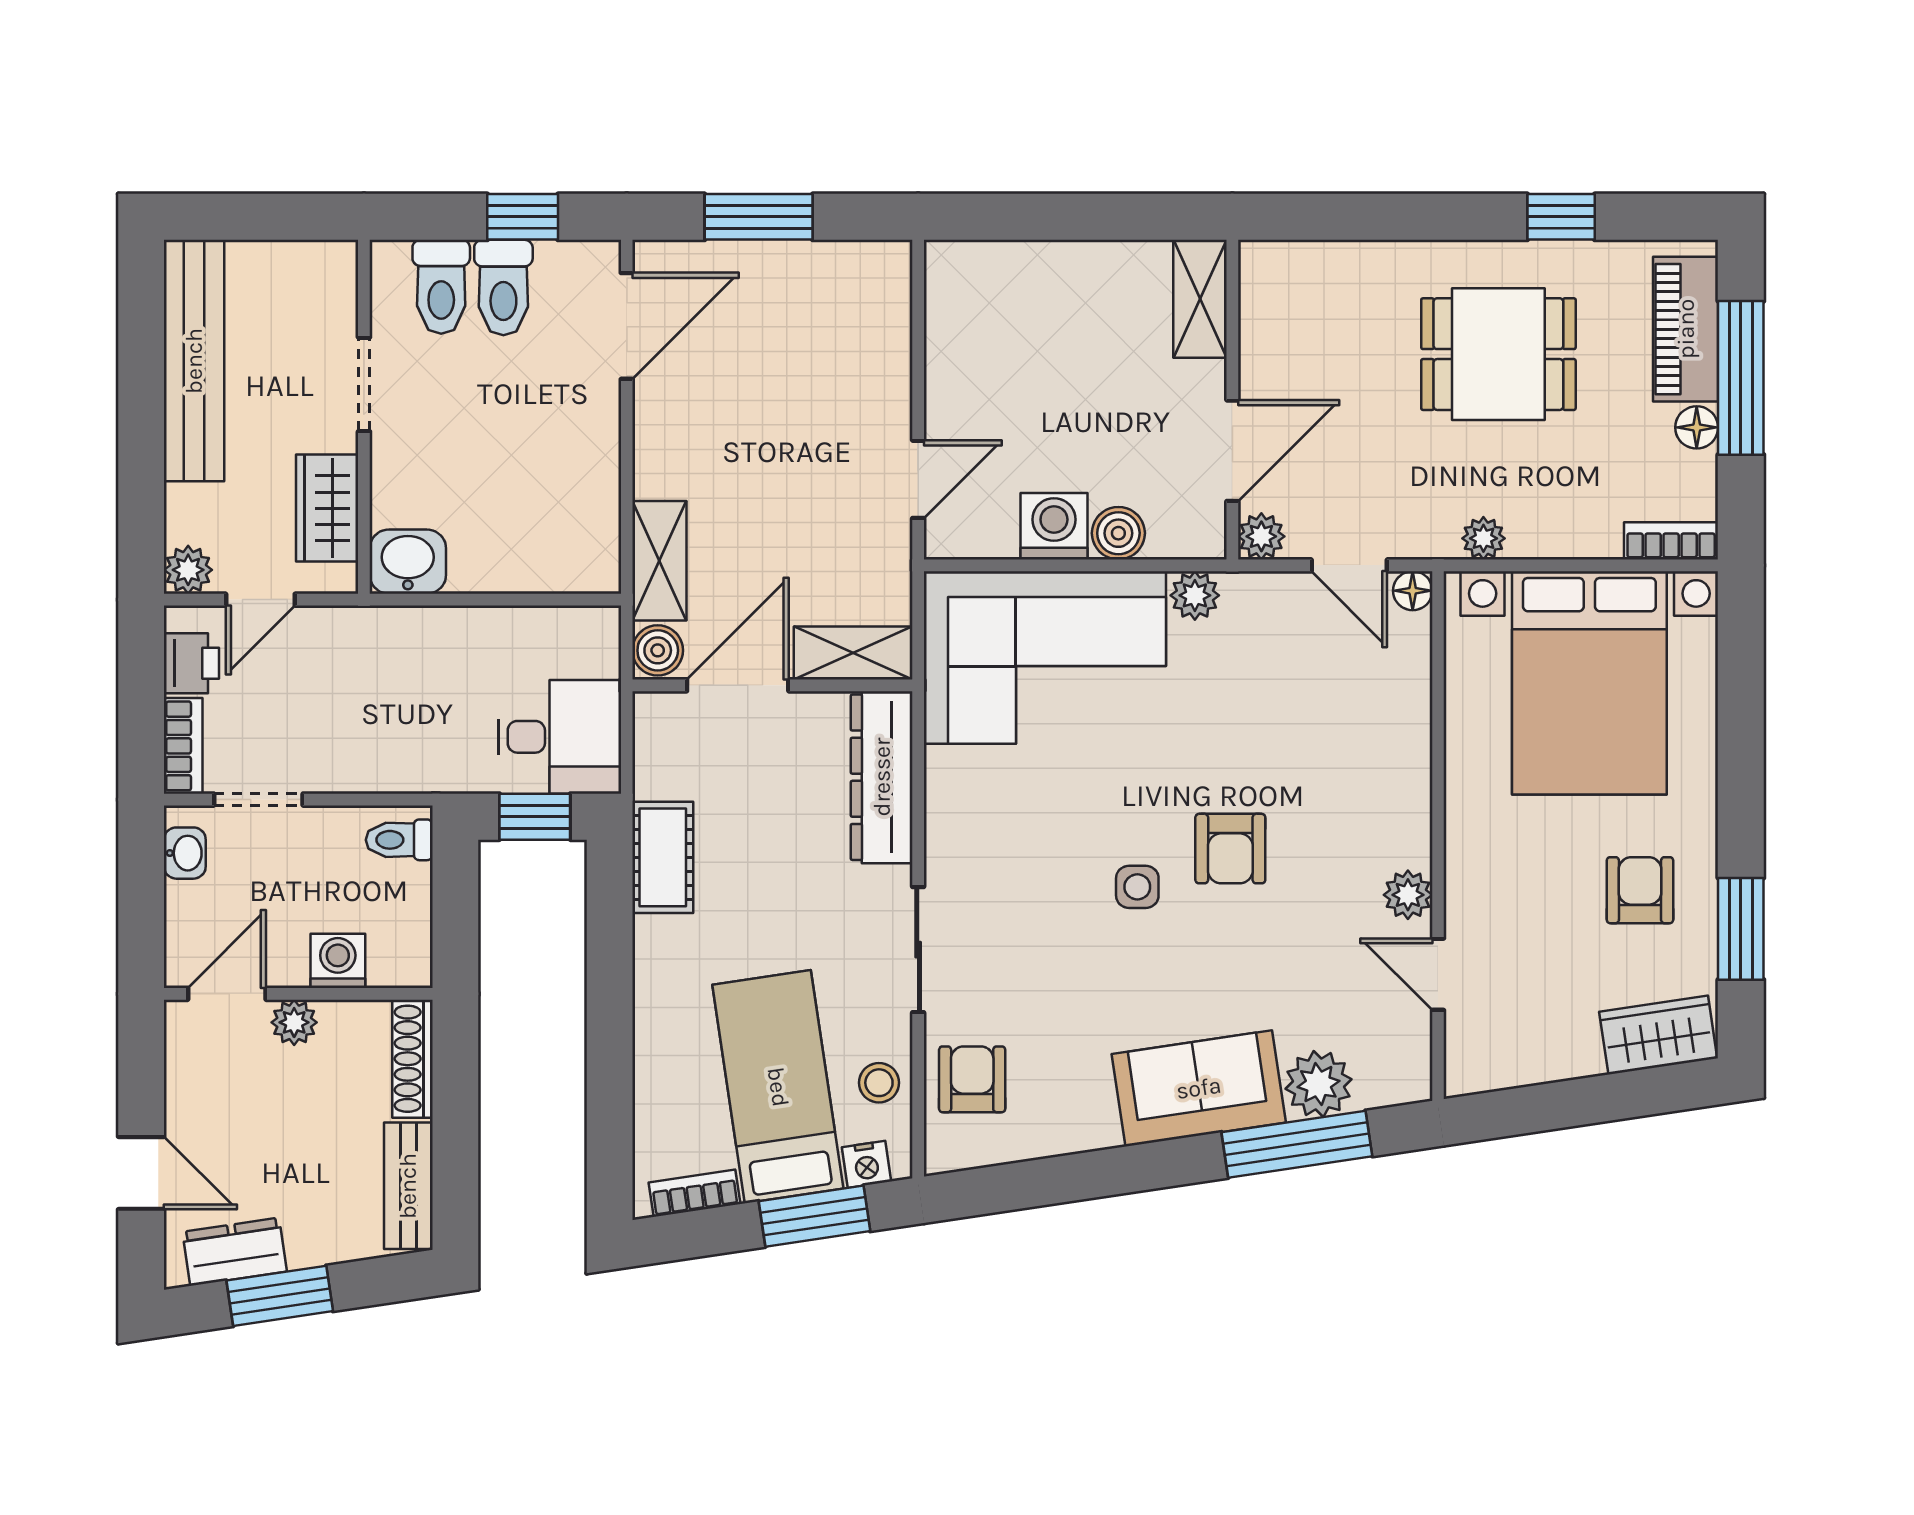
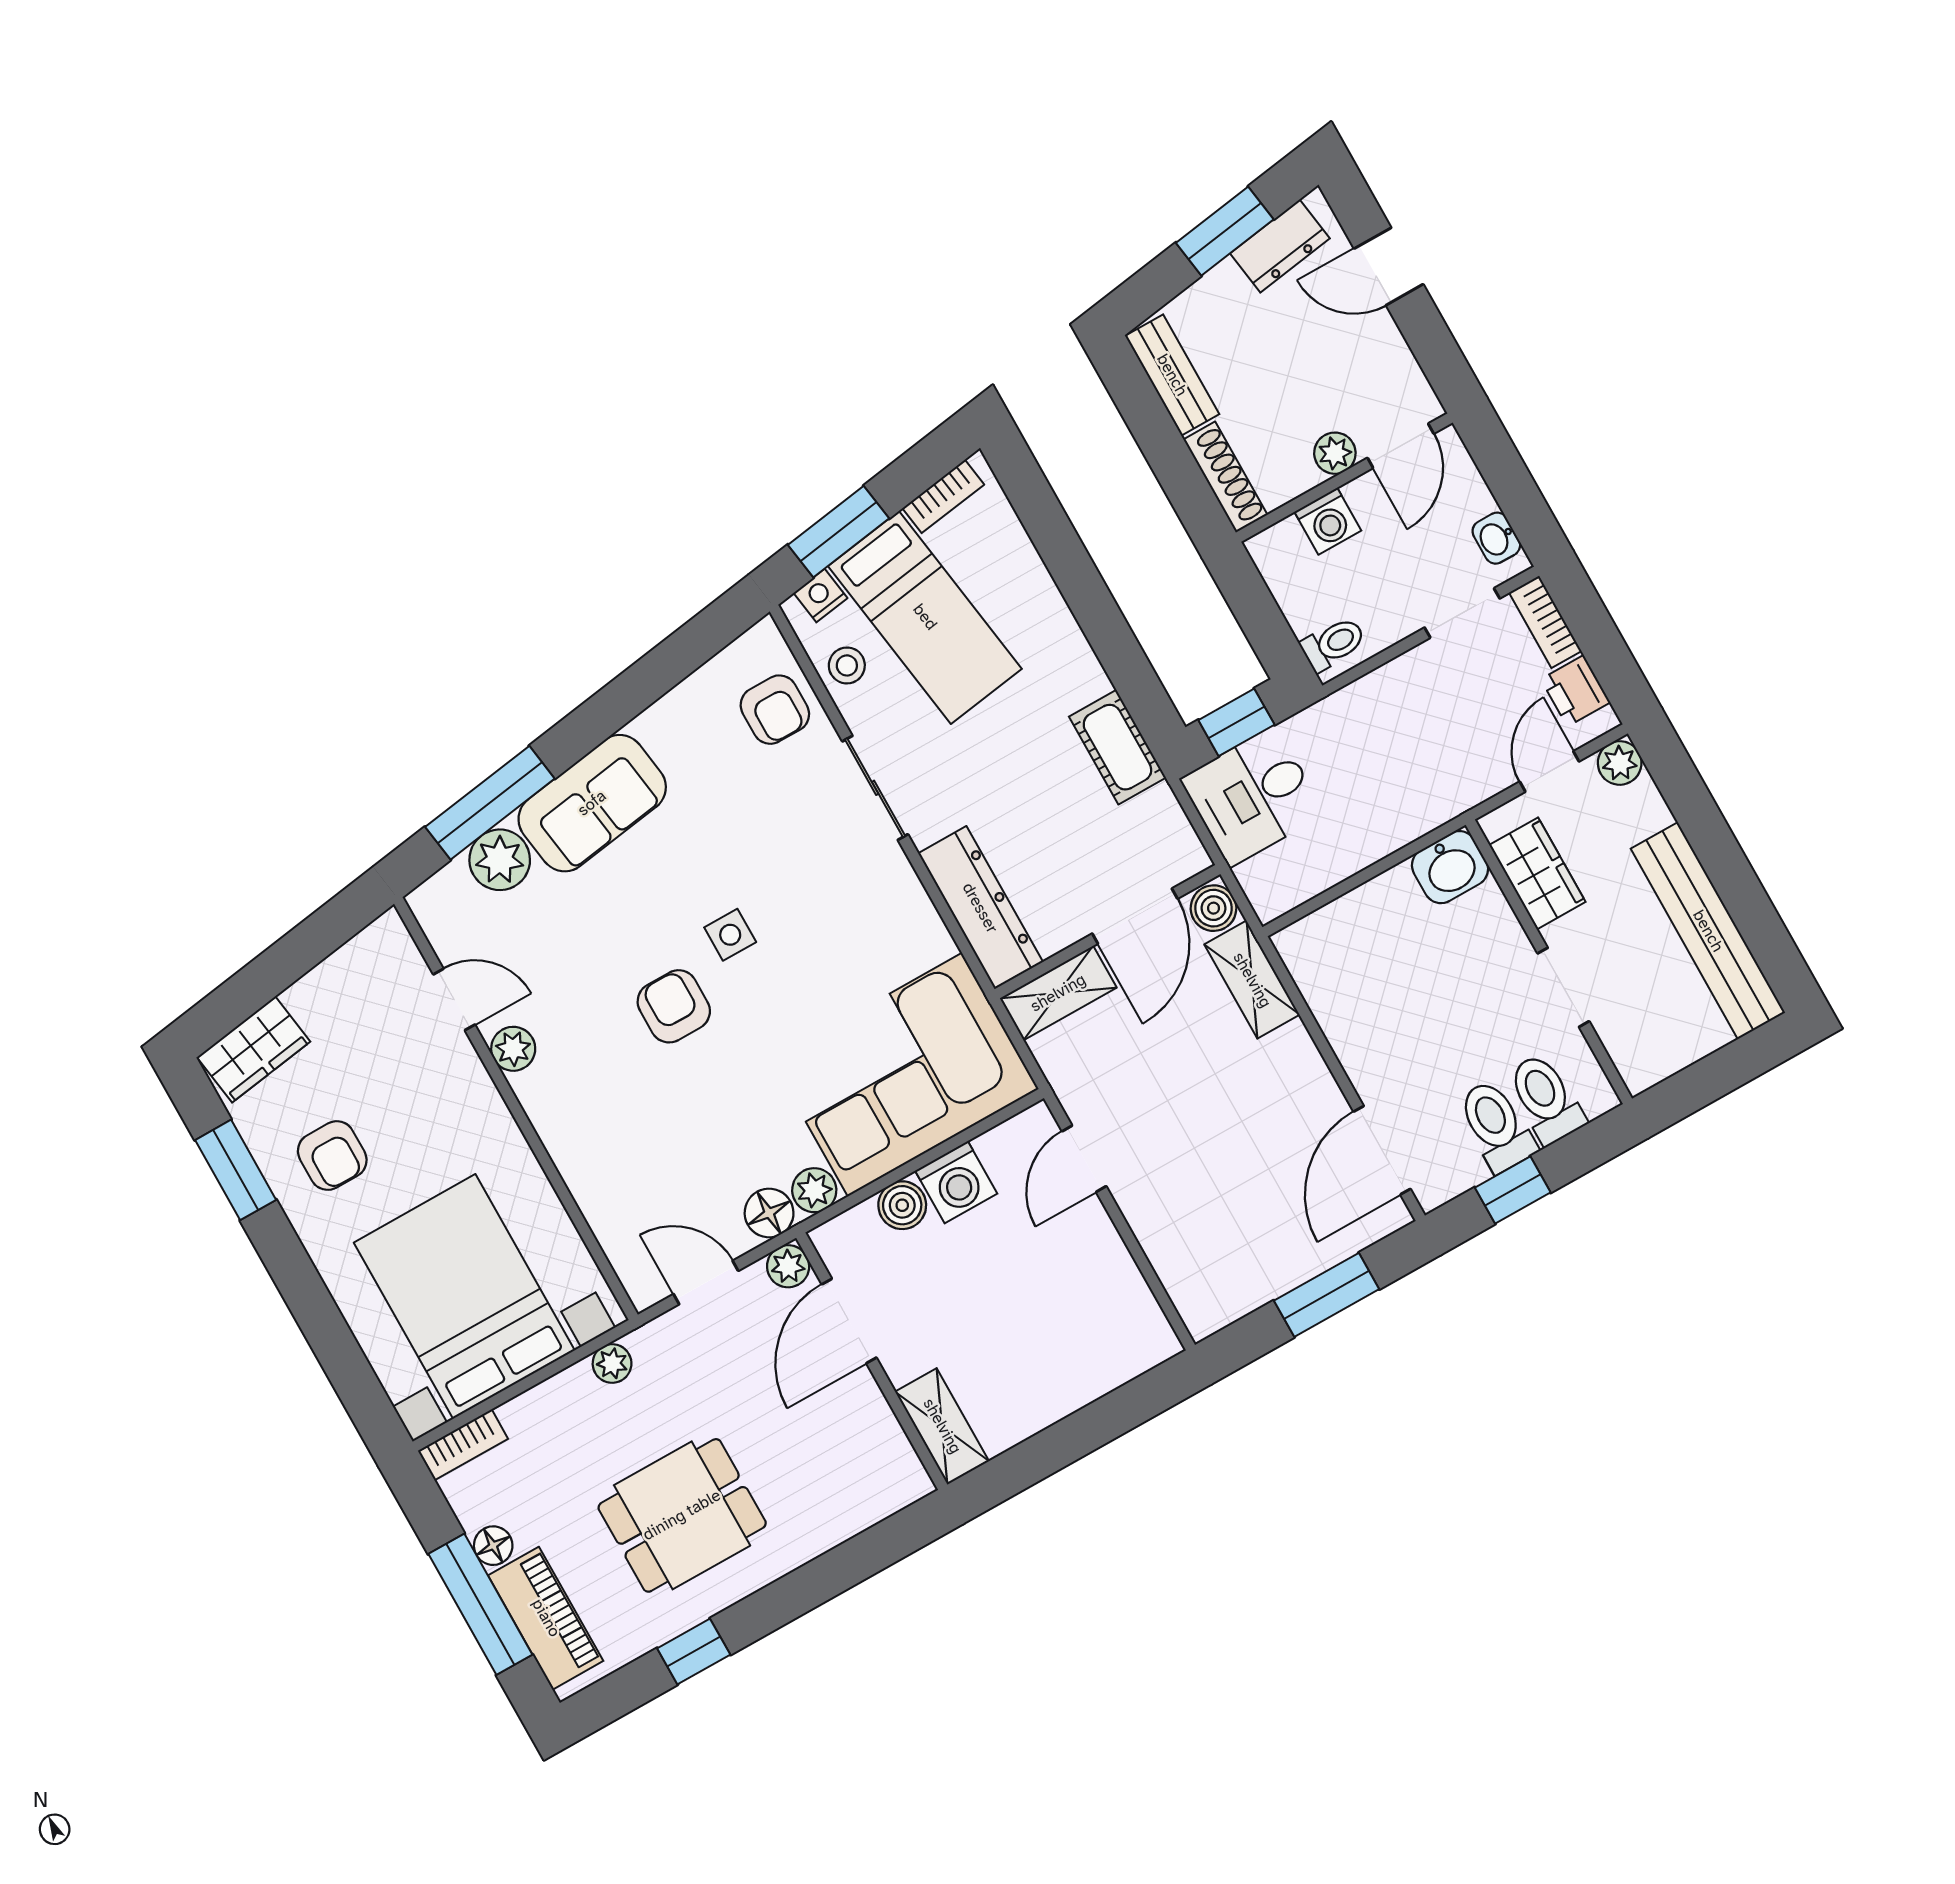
floor lamp: (1413, 591) -> (769, 1213), moved, width x1.37, depth x1.37

